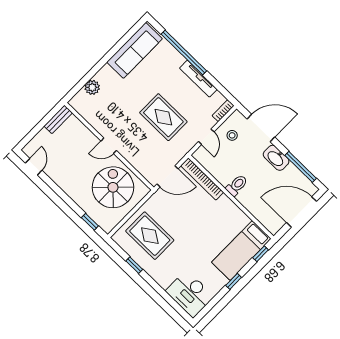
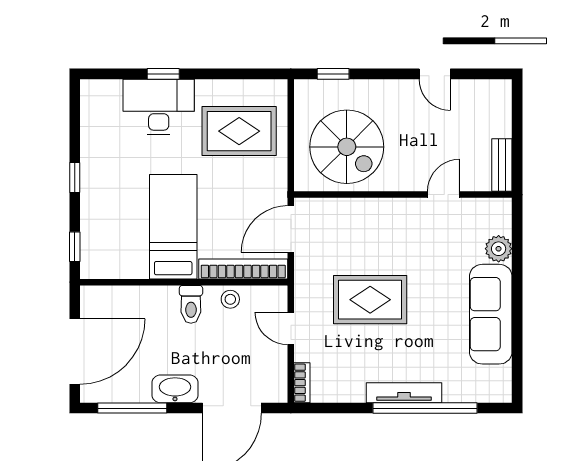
sofa: (135, 50) -> (491, 314), moved
tv unit: (198, 79) -> (404, 393), moved
stool: (232, 135) -> (230, 299), moved
door: (109, 146) -> (444, 195), moved
door: (34, 167) -> (435, 74), moved
bed: (241, 251) -> (173, 227), moved
window: (134, 265) -> (163, 74), moved
desk: (190, 294) -> (159, 107), moved

